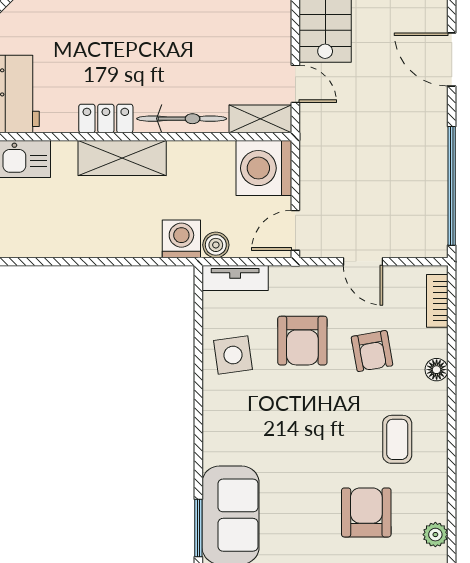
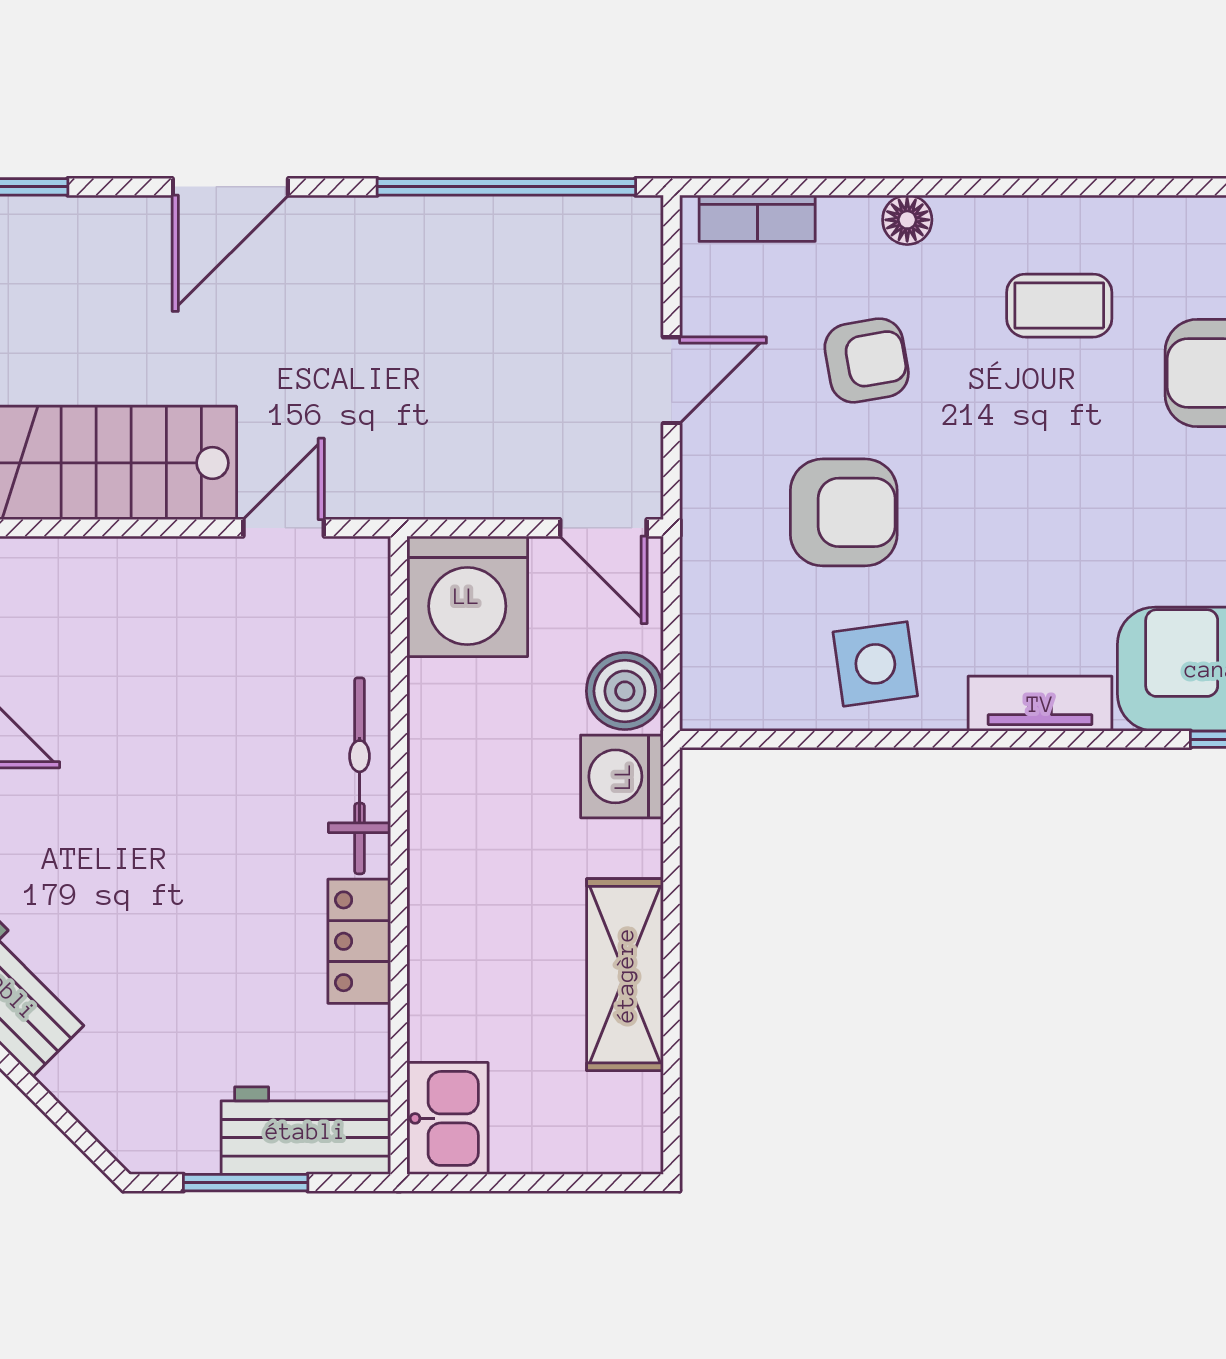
shelving: (260, 119) -> (360, 604), removed
shelving: (122, 158) -> (625, 975), moved
boiler: (216, 245) -> (625, 691), width x1.36, depth x1.36
tv unit: (235, 278) -> (1040, 704), moved, turned -90

